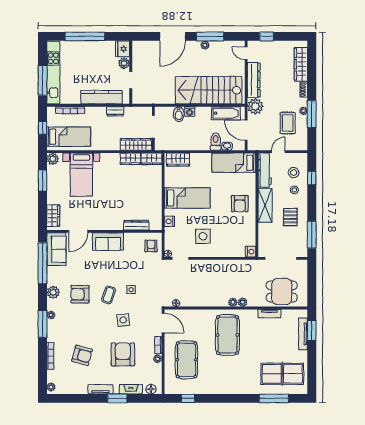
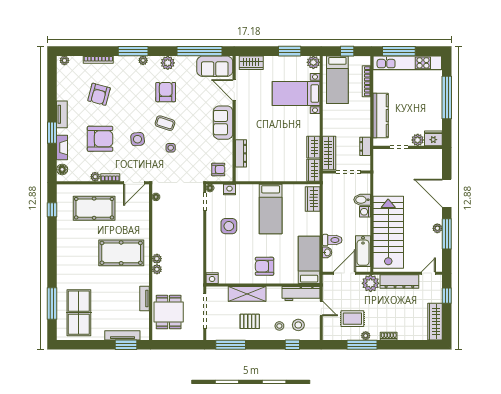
wardrobe: (301, 64) -> (435, 322), moved, turned -90
dresser: (115, 111) -> (365, 146), moved
shelving: (265, 205) -> (247, 294), moved
nightstand: (169, 221) -> (229, 190), moved

